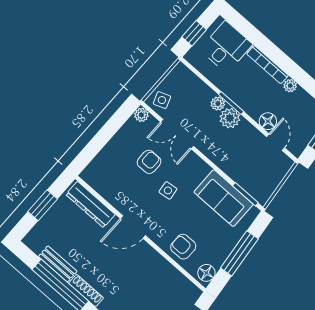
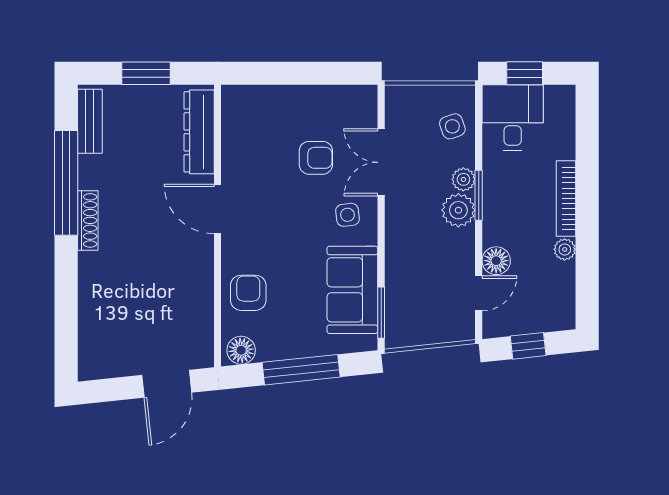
desk: (226, 47) -> (513, 118), moved, turned -90
side table: (162, 100) -> (452, 126), moved
plant: (141, 115) -> (366, 97), removed
side table: (168, 190) -> (348, 215), moved
bench: (58, 264) -> (90, 121), moved

